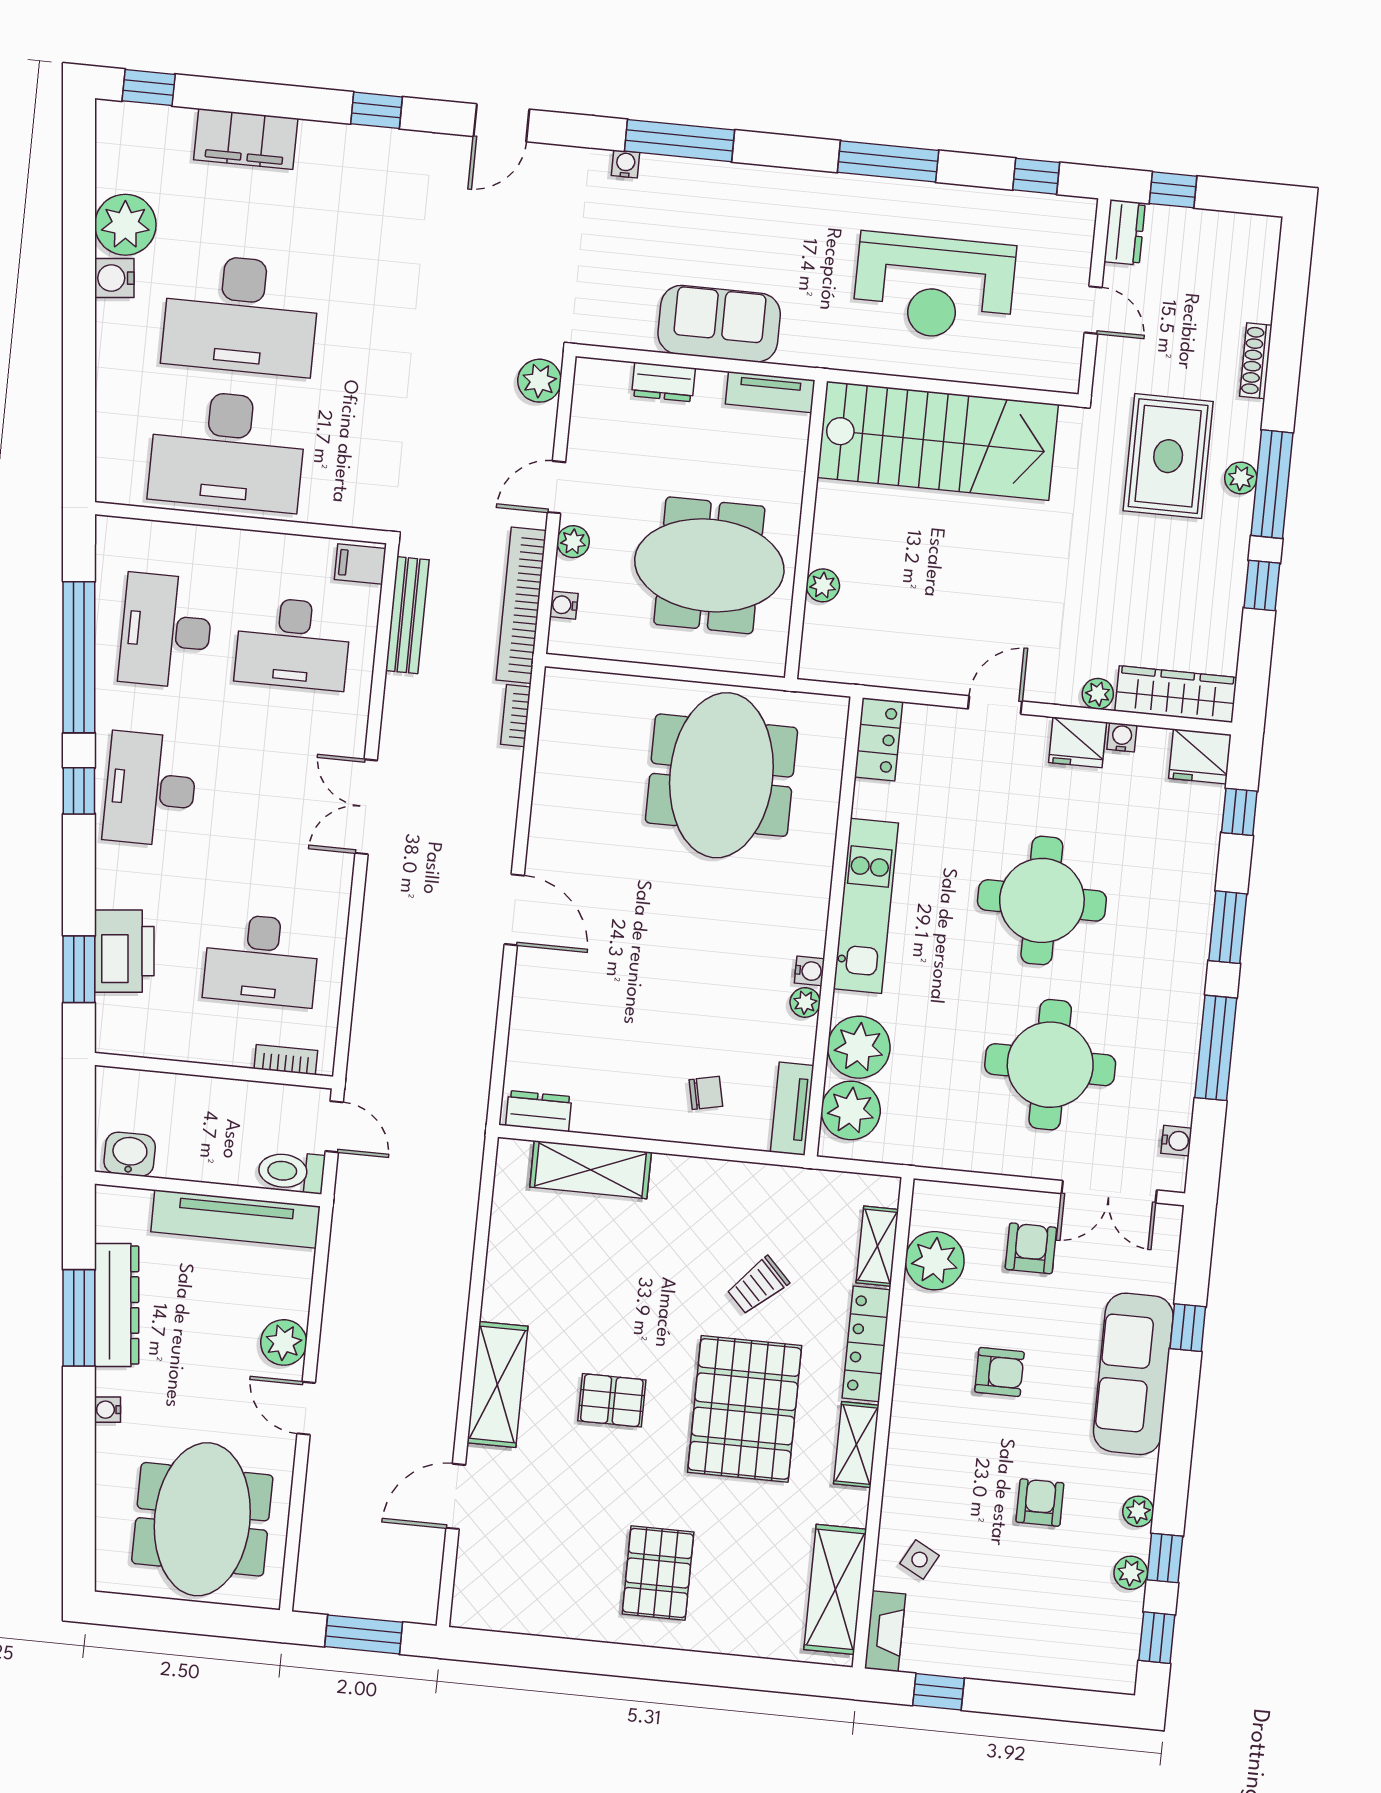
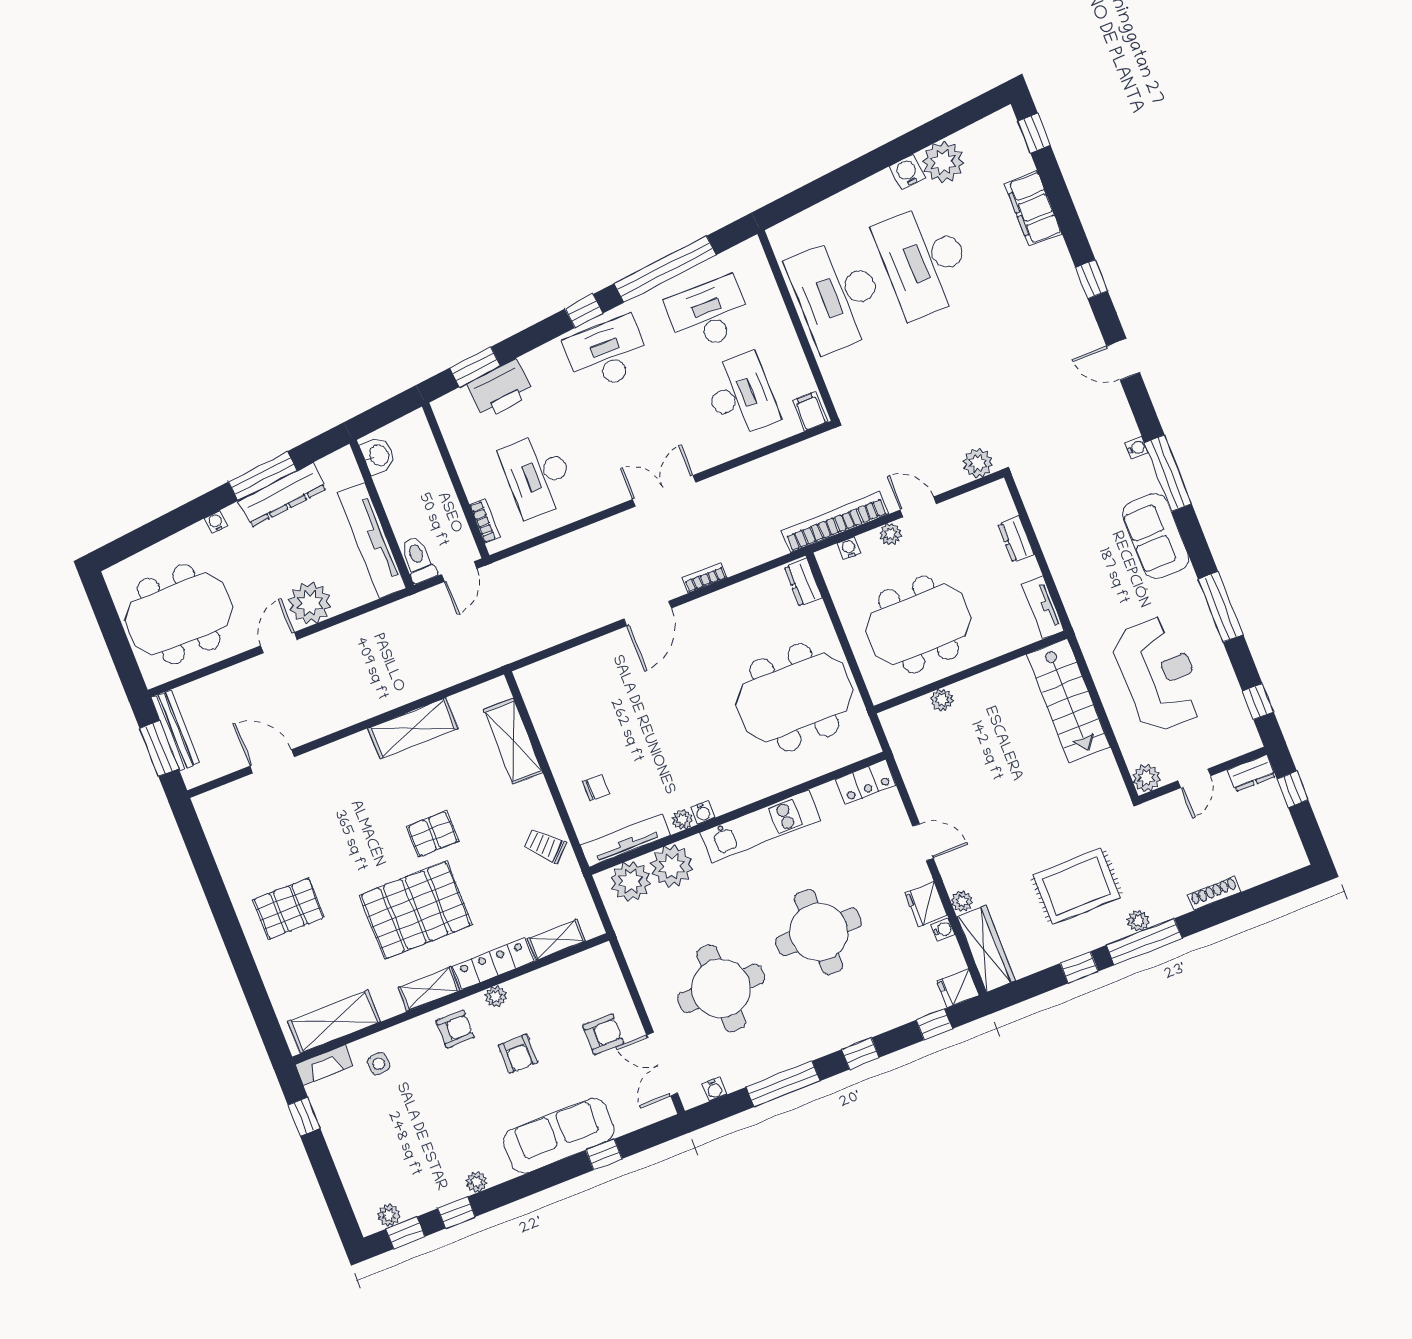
reception desk: (934, 287) -> (1159, 674), turned 180
sofa: (719, 324) -> (1156, 536), moved, turned 180
plant: (1060, 372) -> (1146, 778), added
stairs: (938, 441) -> (1068, 701), width x0.73, depth x0.66
rug: (1168, 456) -> (1077, 886), moved
meeting table: (709, 565) -> (919, 624), turned 90
bench: (407, 615) -> (175, 730), moved, turned 90
desk: (293, 643) -> (741, 395), turned 180
bookcase: (516, 716) -> (705, 578), moved
fridge: (1200, 756) -> (958, 988), width x0.72
window: (1228, 927) -> (860, 1053), width x0.67
chair: (706, 1093) -> (596, 787), turned -78
tv unit: (792, 1109) -> (625, 840), width x1.41
dresser: (539, 1111) -> (803, 582), moved, turned 180
plant: (935, 1261) -> (496, 997), moved, width x0.53, depth x0.53
trolley: (758, 1286) -> (545, 846), moved
plant: (284, 1342) -> (310, 603), width x1.36, depth x1.36
shelving: (497, 1384) -> (413, 728), moved
pallet: (612, 1400) -> (433, 834), moved, turned 90
armchair: (1040, 1503) -> (455, 1029), moved
side table: (919, 1560) -> (379, 1064), turned -34
plant: (1131, 1573) -> (389, 1215), moved

